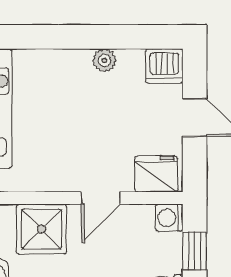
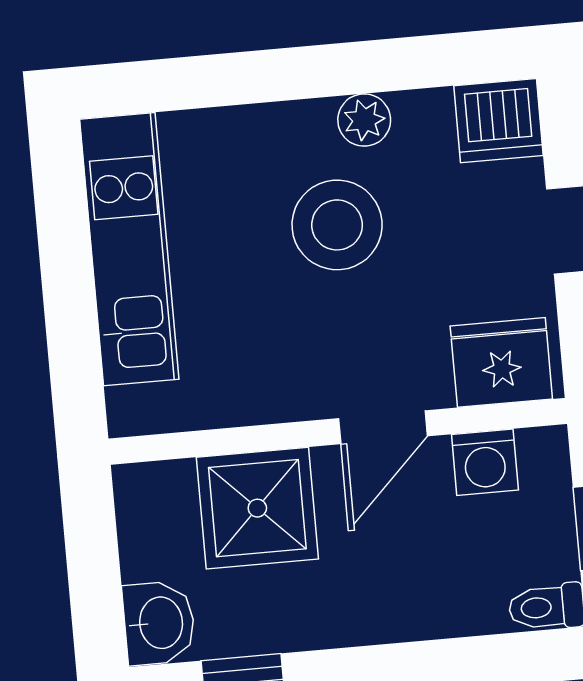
stool: (88, 106) -> (337, 225), added
washing machine: (169, 218) -> (485, 462), moved, turned -90

